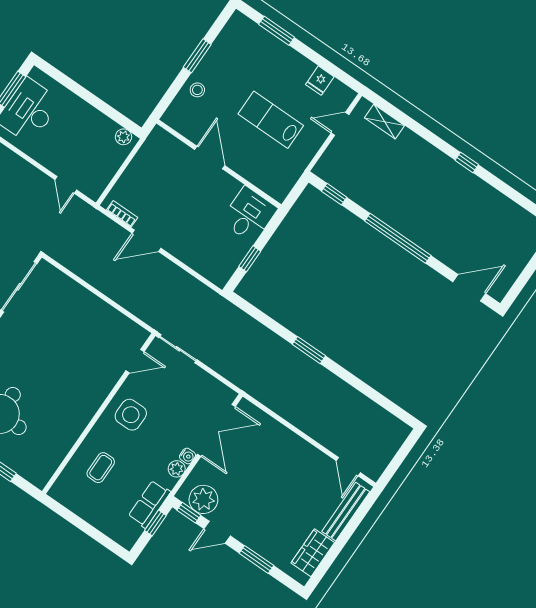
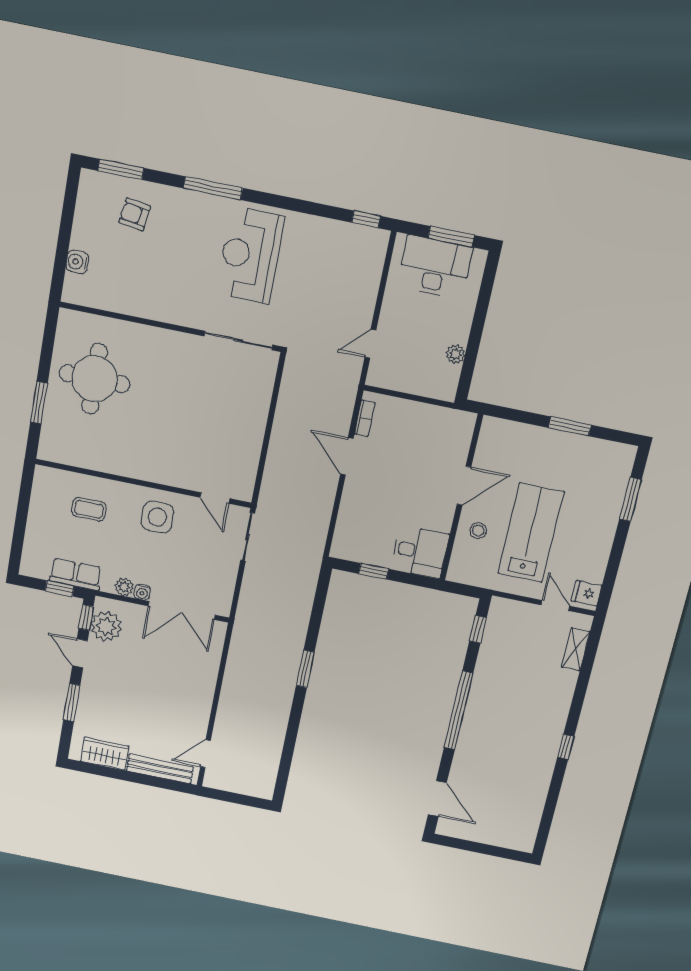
fridge: (320, 81) -> (587, 593), moved
stool: (197, 90) -> (478, 531), moved
lab bench: (271, 120) -> (531, 533), width x1.36, depth x1.39
plant: (123, 137) -> (456, 354), moved

